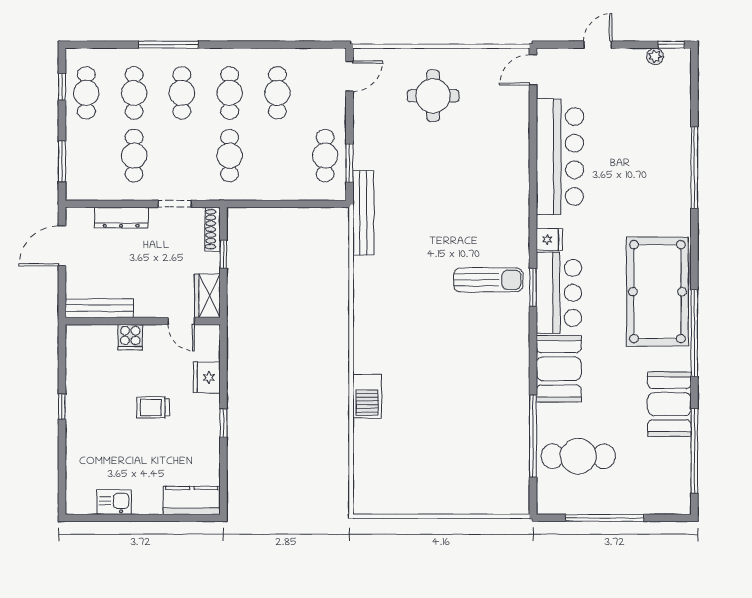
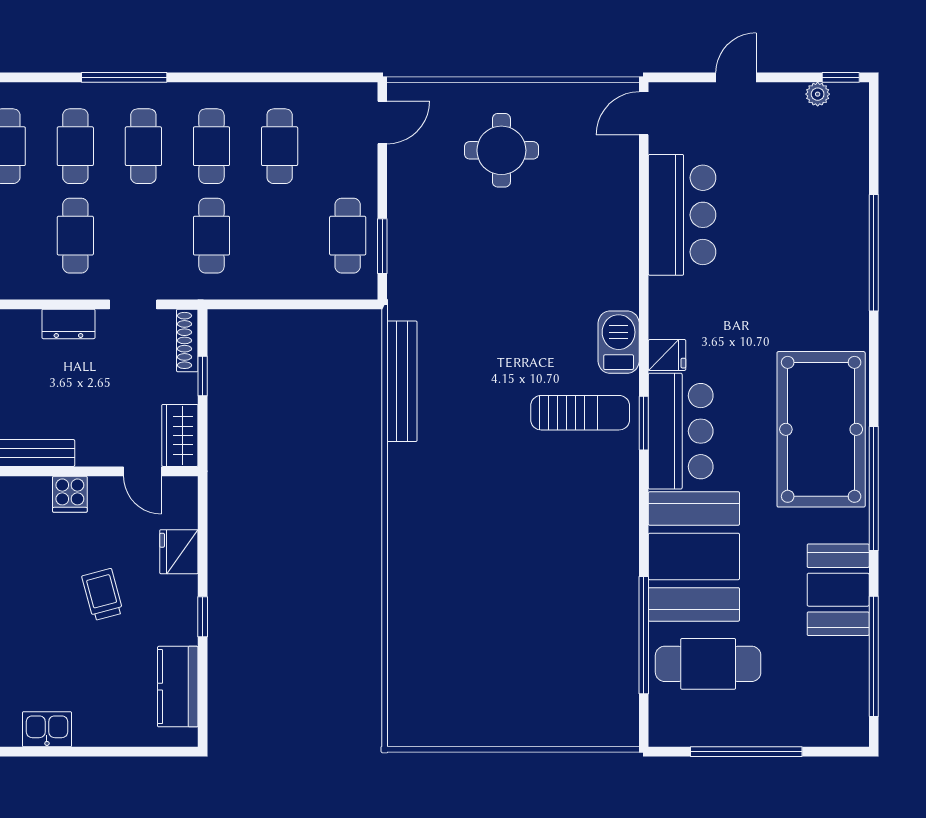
bar counter: (560, 157) -> (682, 215), width x0.73
bench: (363, 213) -> (402, 381), moved
dresser: (121, 218) -> (68, 324), width x0.70
booth: (559, 369) -> (694, 556), width x1.36, depth x1.42
barbecue: (367, 396) -> (619, 342), moved, turned 180
trolley: (153, 407) -> (102, 594), turned 75
kitchen counter: (192, 500) -> (178, 687), moved, turned -90

